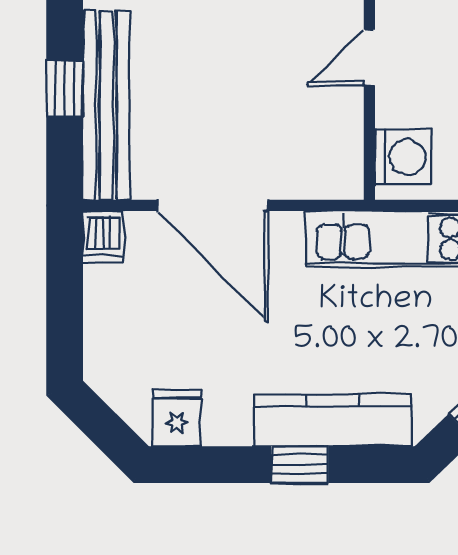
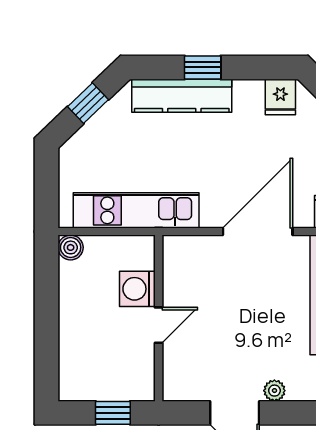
washing machine: (403, 157) -> (137, 289), moved
door: (213, 205) -> (258, 232), hinge flipped

